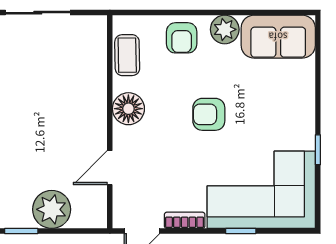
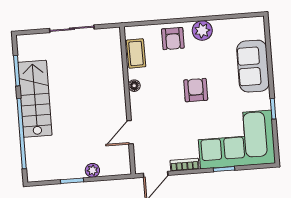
sofa: (278, 37) -> (253, 66), moved, turned 90
floor lamp: (128, 109) -> (134, 86), width x0.53, depth x0.53
armchair: (209, 114) -> (196, 90), turned 90
plant: (52, 209) -> (92, 170), width x0.53, depth x0.53

